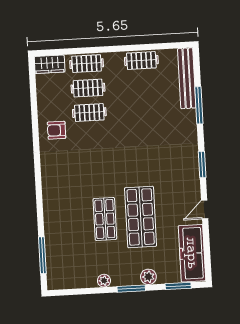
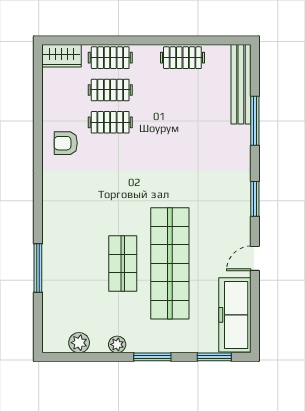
shop shelf: (141, 217) -> (170, 263), width x1.40
window: (42, 255) -> (38, 268), moved
plant: (148, 277) -> (79, 343), moved

